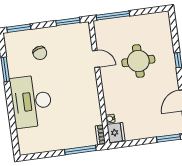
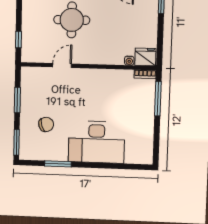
window: (113, 16) -> (18, 40), width x0.46
window: (68, 22) -> (17, 100), moved

